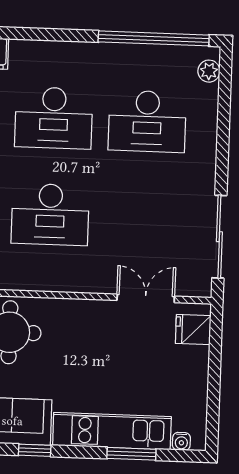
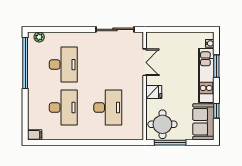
double door: (146, 298) -> (145, 62), swing flipped
fridge: (193, 330) -> (154, 92), moved, turned -90

